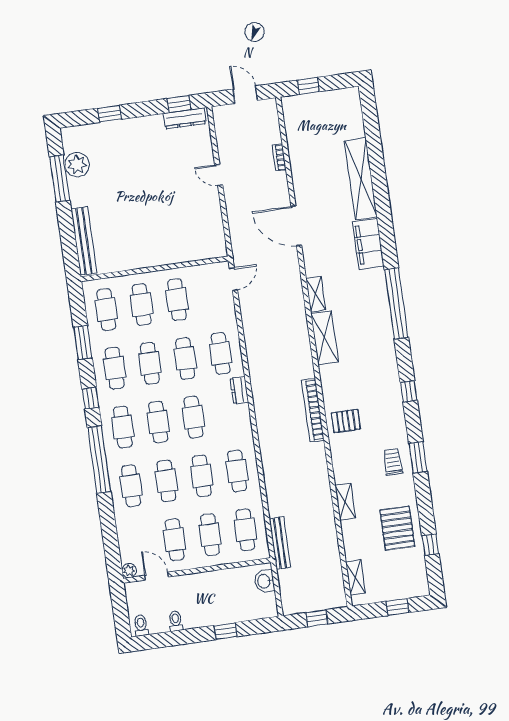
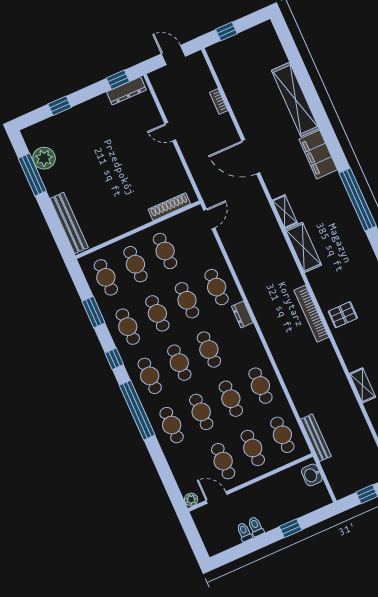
shoe rack: (195, 254) -> (169, 207), added
toilet: (141, 625) -> (256, 526), moved

